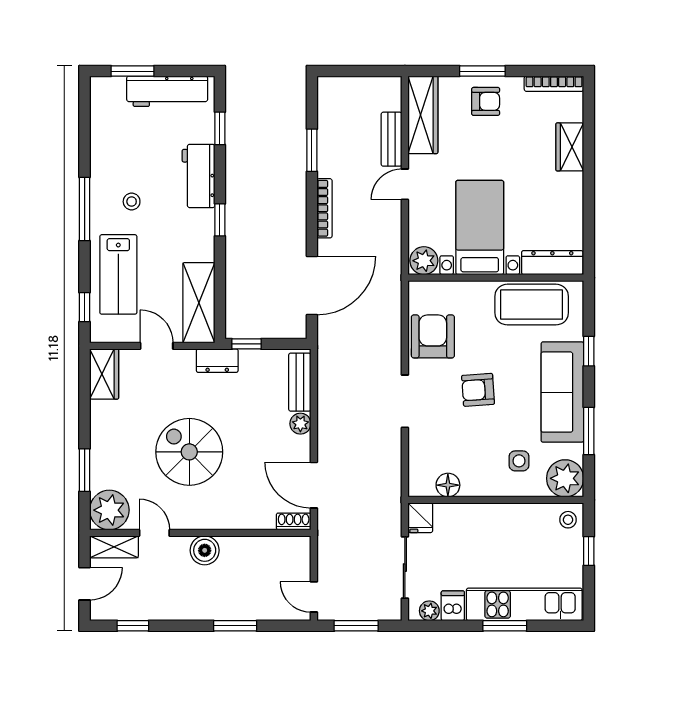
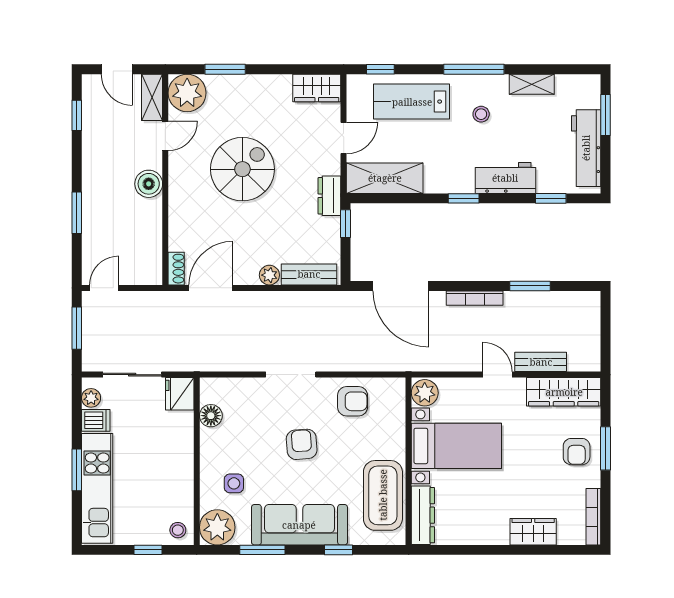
shelving: (100, 148) -> (532, 84), added
armchair: (433, 336) -> (353, 401), width x0.72, depth x0.72
fridge: (420, 518) -> (180, 394), width x1.38

